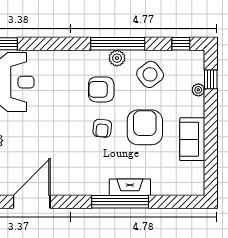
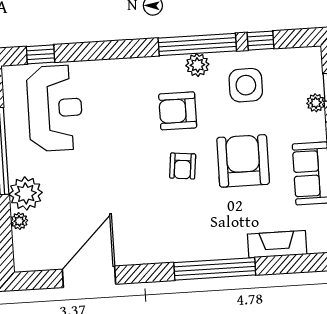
window: (181, 44) -> (260, 41), moved
side table: (150, 74) -> (246, 85), turned 38
fireplace: (130, 187) -> (277, 244), moved

